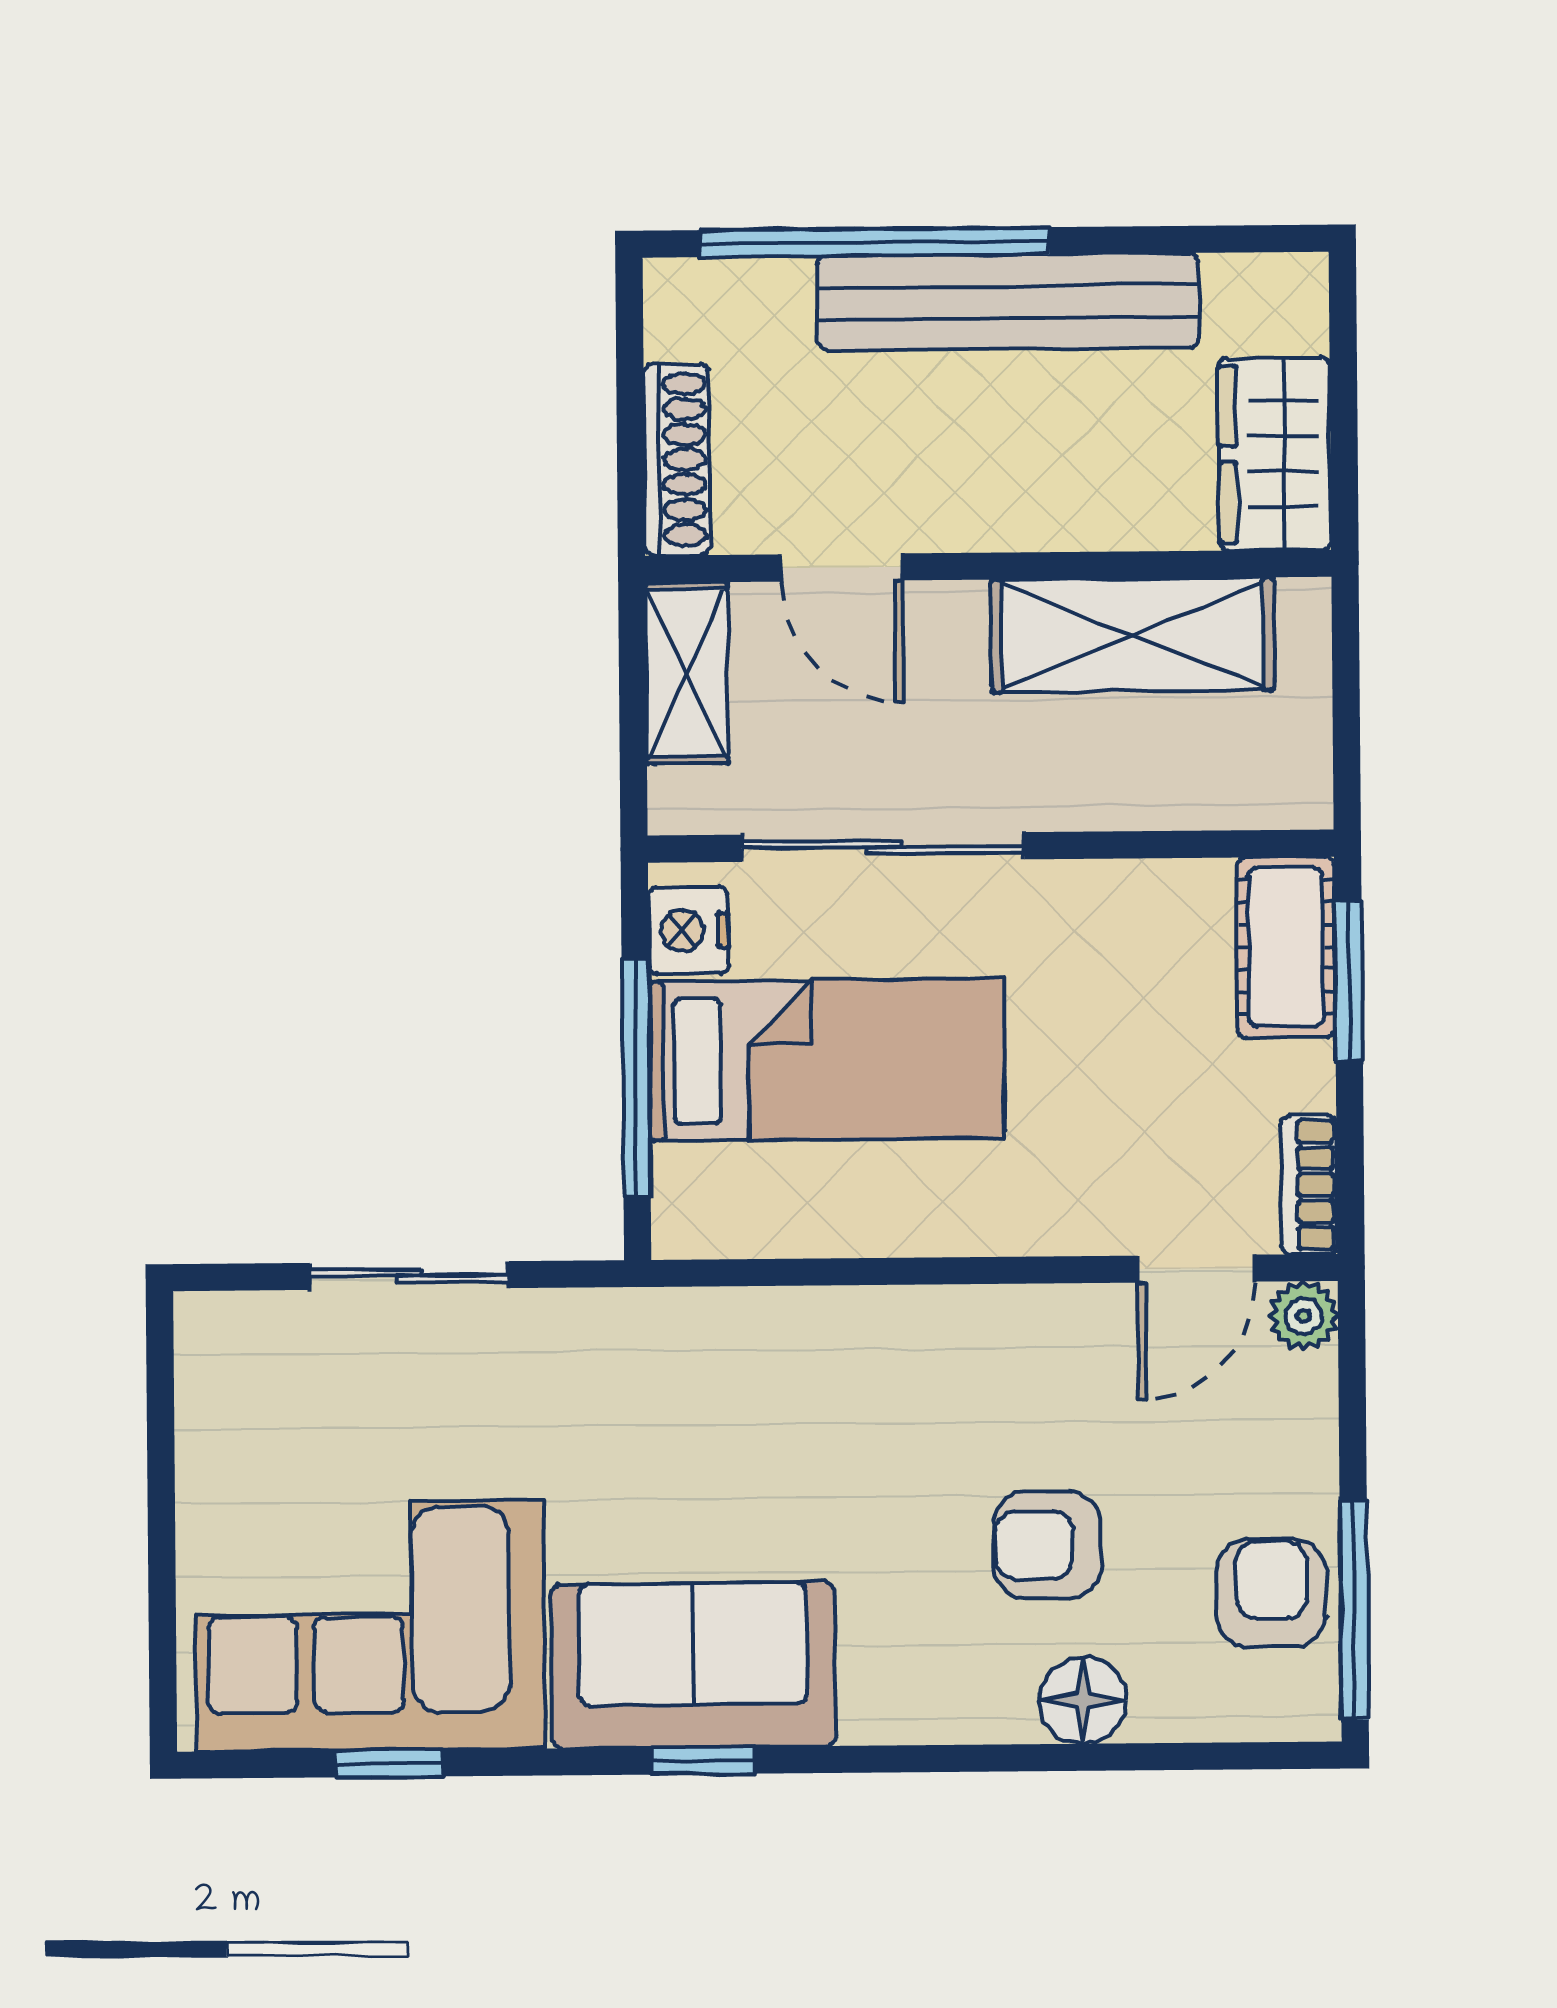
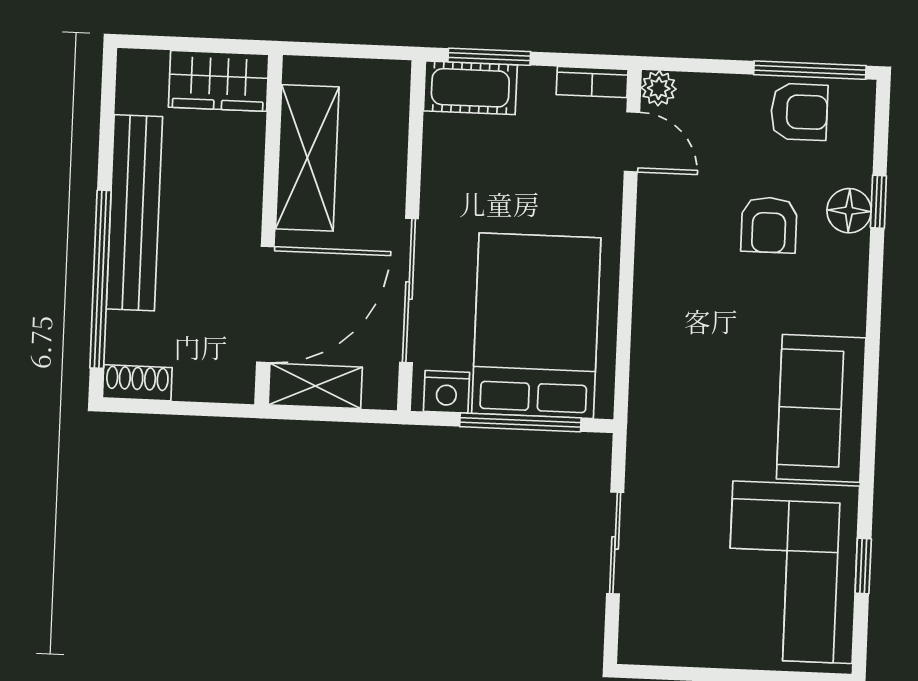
shoe rack: (677, 459) -> (137, 383), moved, width x0.70
door: (842, 567) -> (265, 304), width x1.87
bed: (827, 1060) -> (536, 326), width x1.50
armchair: (1271, 1593) -> (799, 112), turned 180
window: (703, 1761) -> (878, 202), moved

